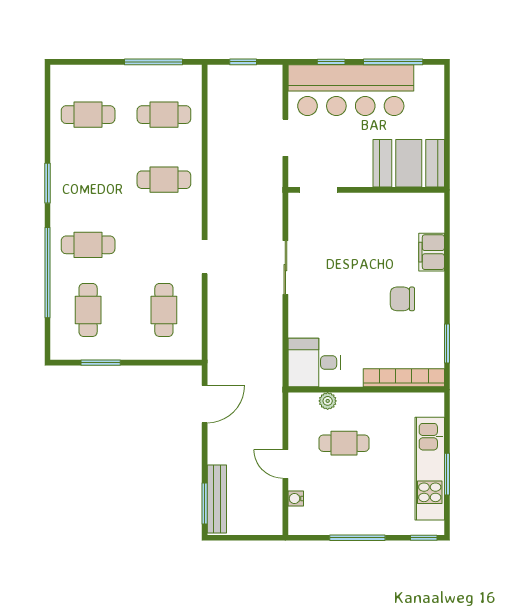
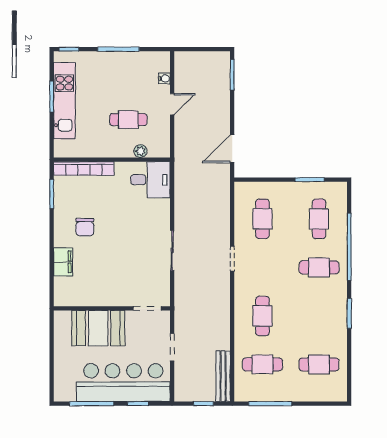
booth: (409, 163) -> (98, 328), moved
cafe table: (164, 180) -> (262, 316), turned 90
chair: (402, 299) -> (85, 227), turned 90
door: (285, 464) -> (172, 104), hinge flipped
bench: (217, 499) -> (223, 376), moved

